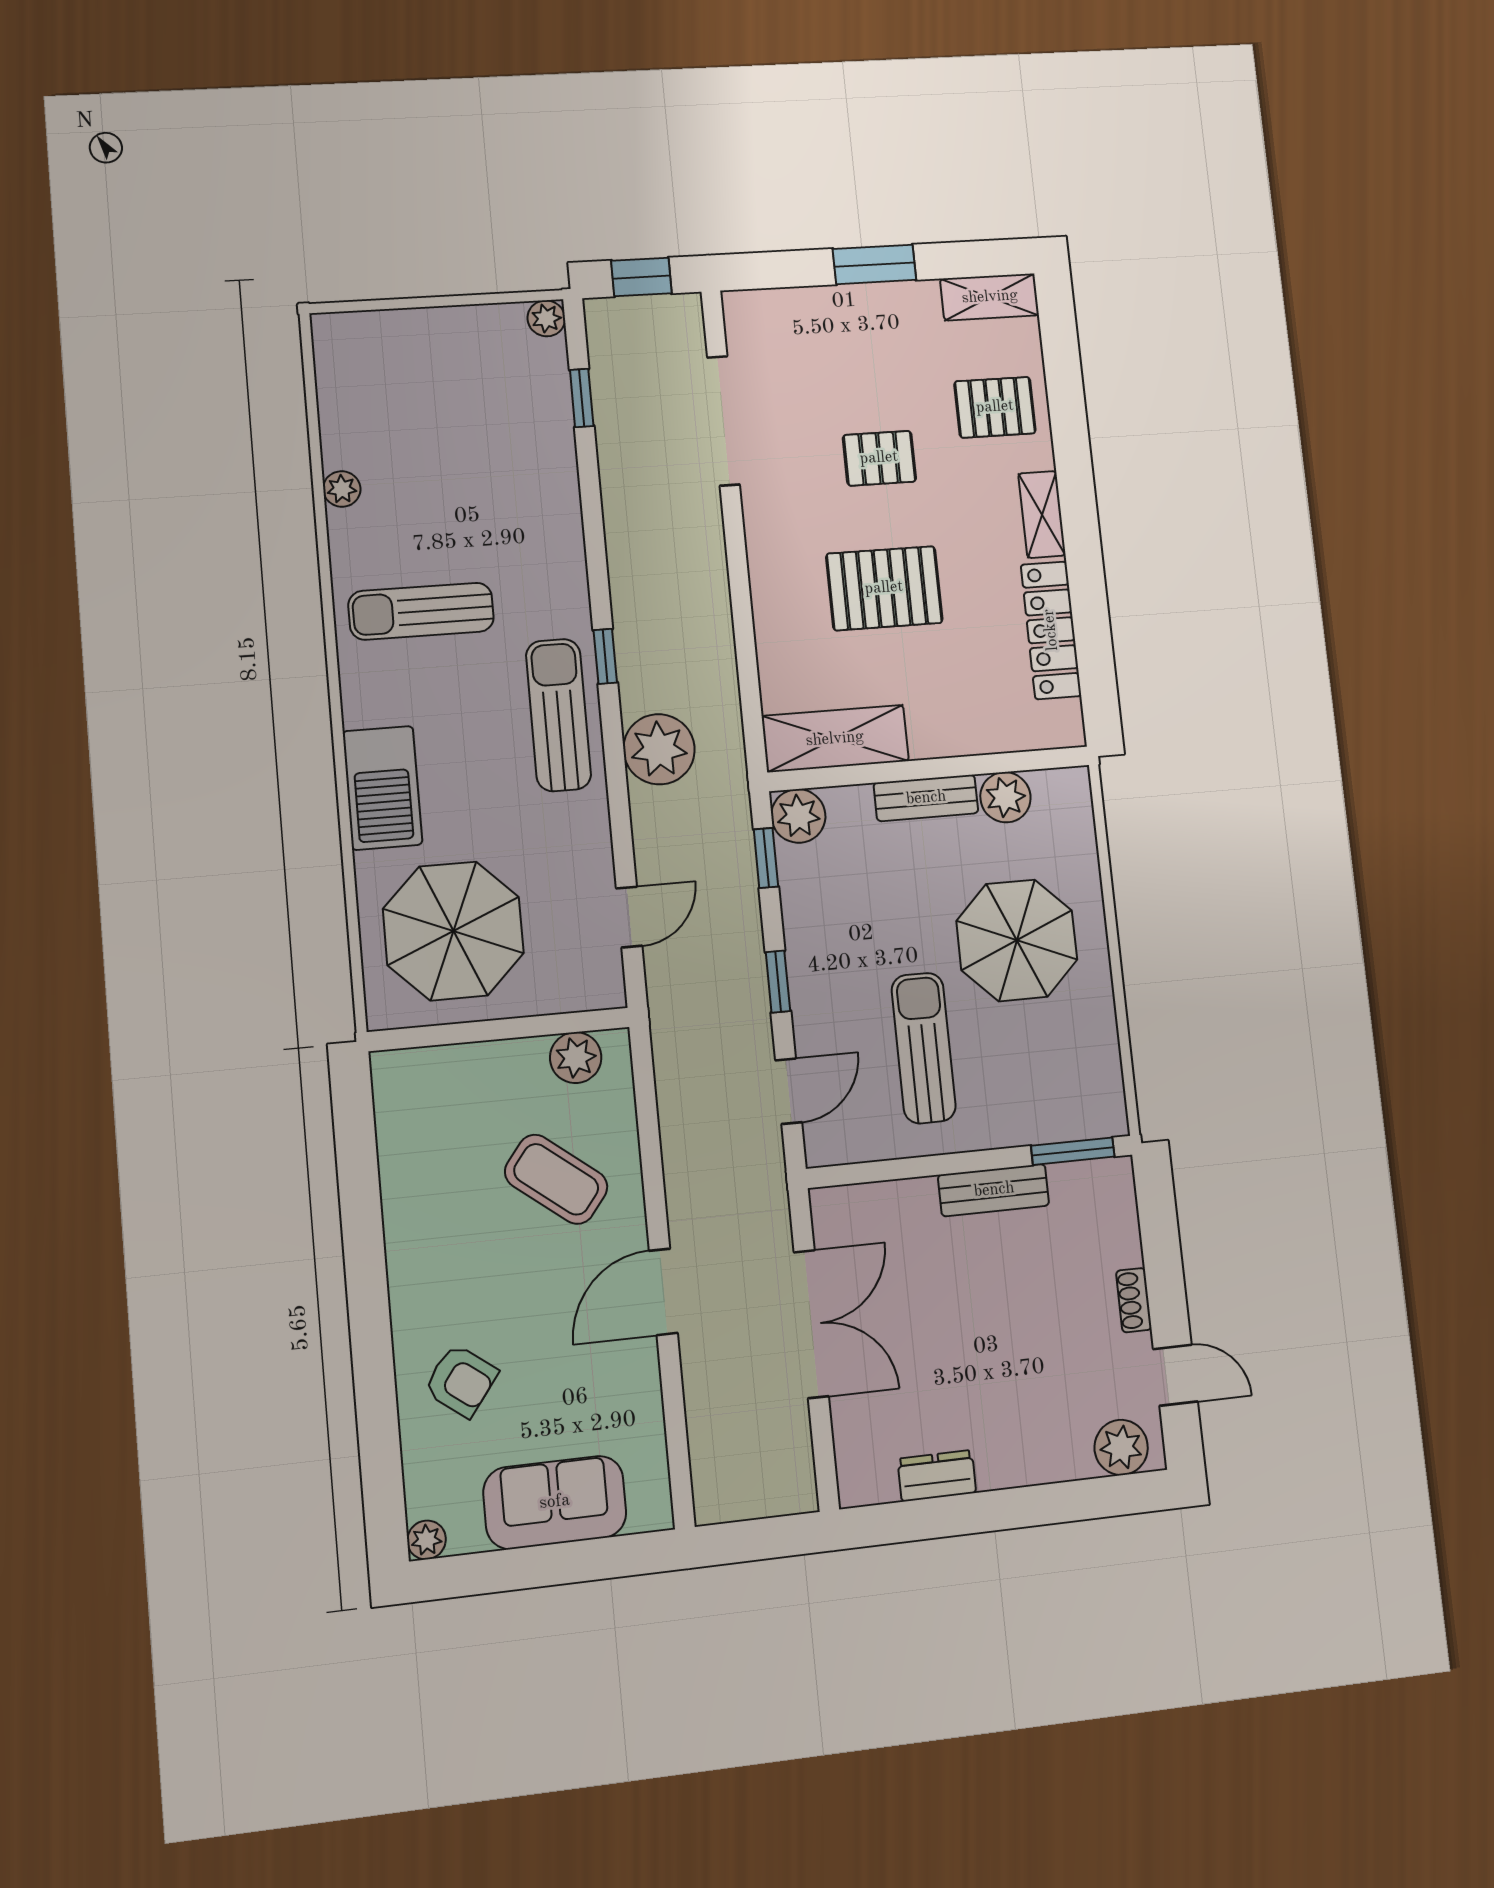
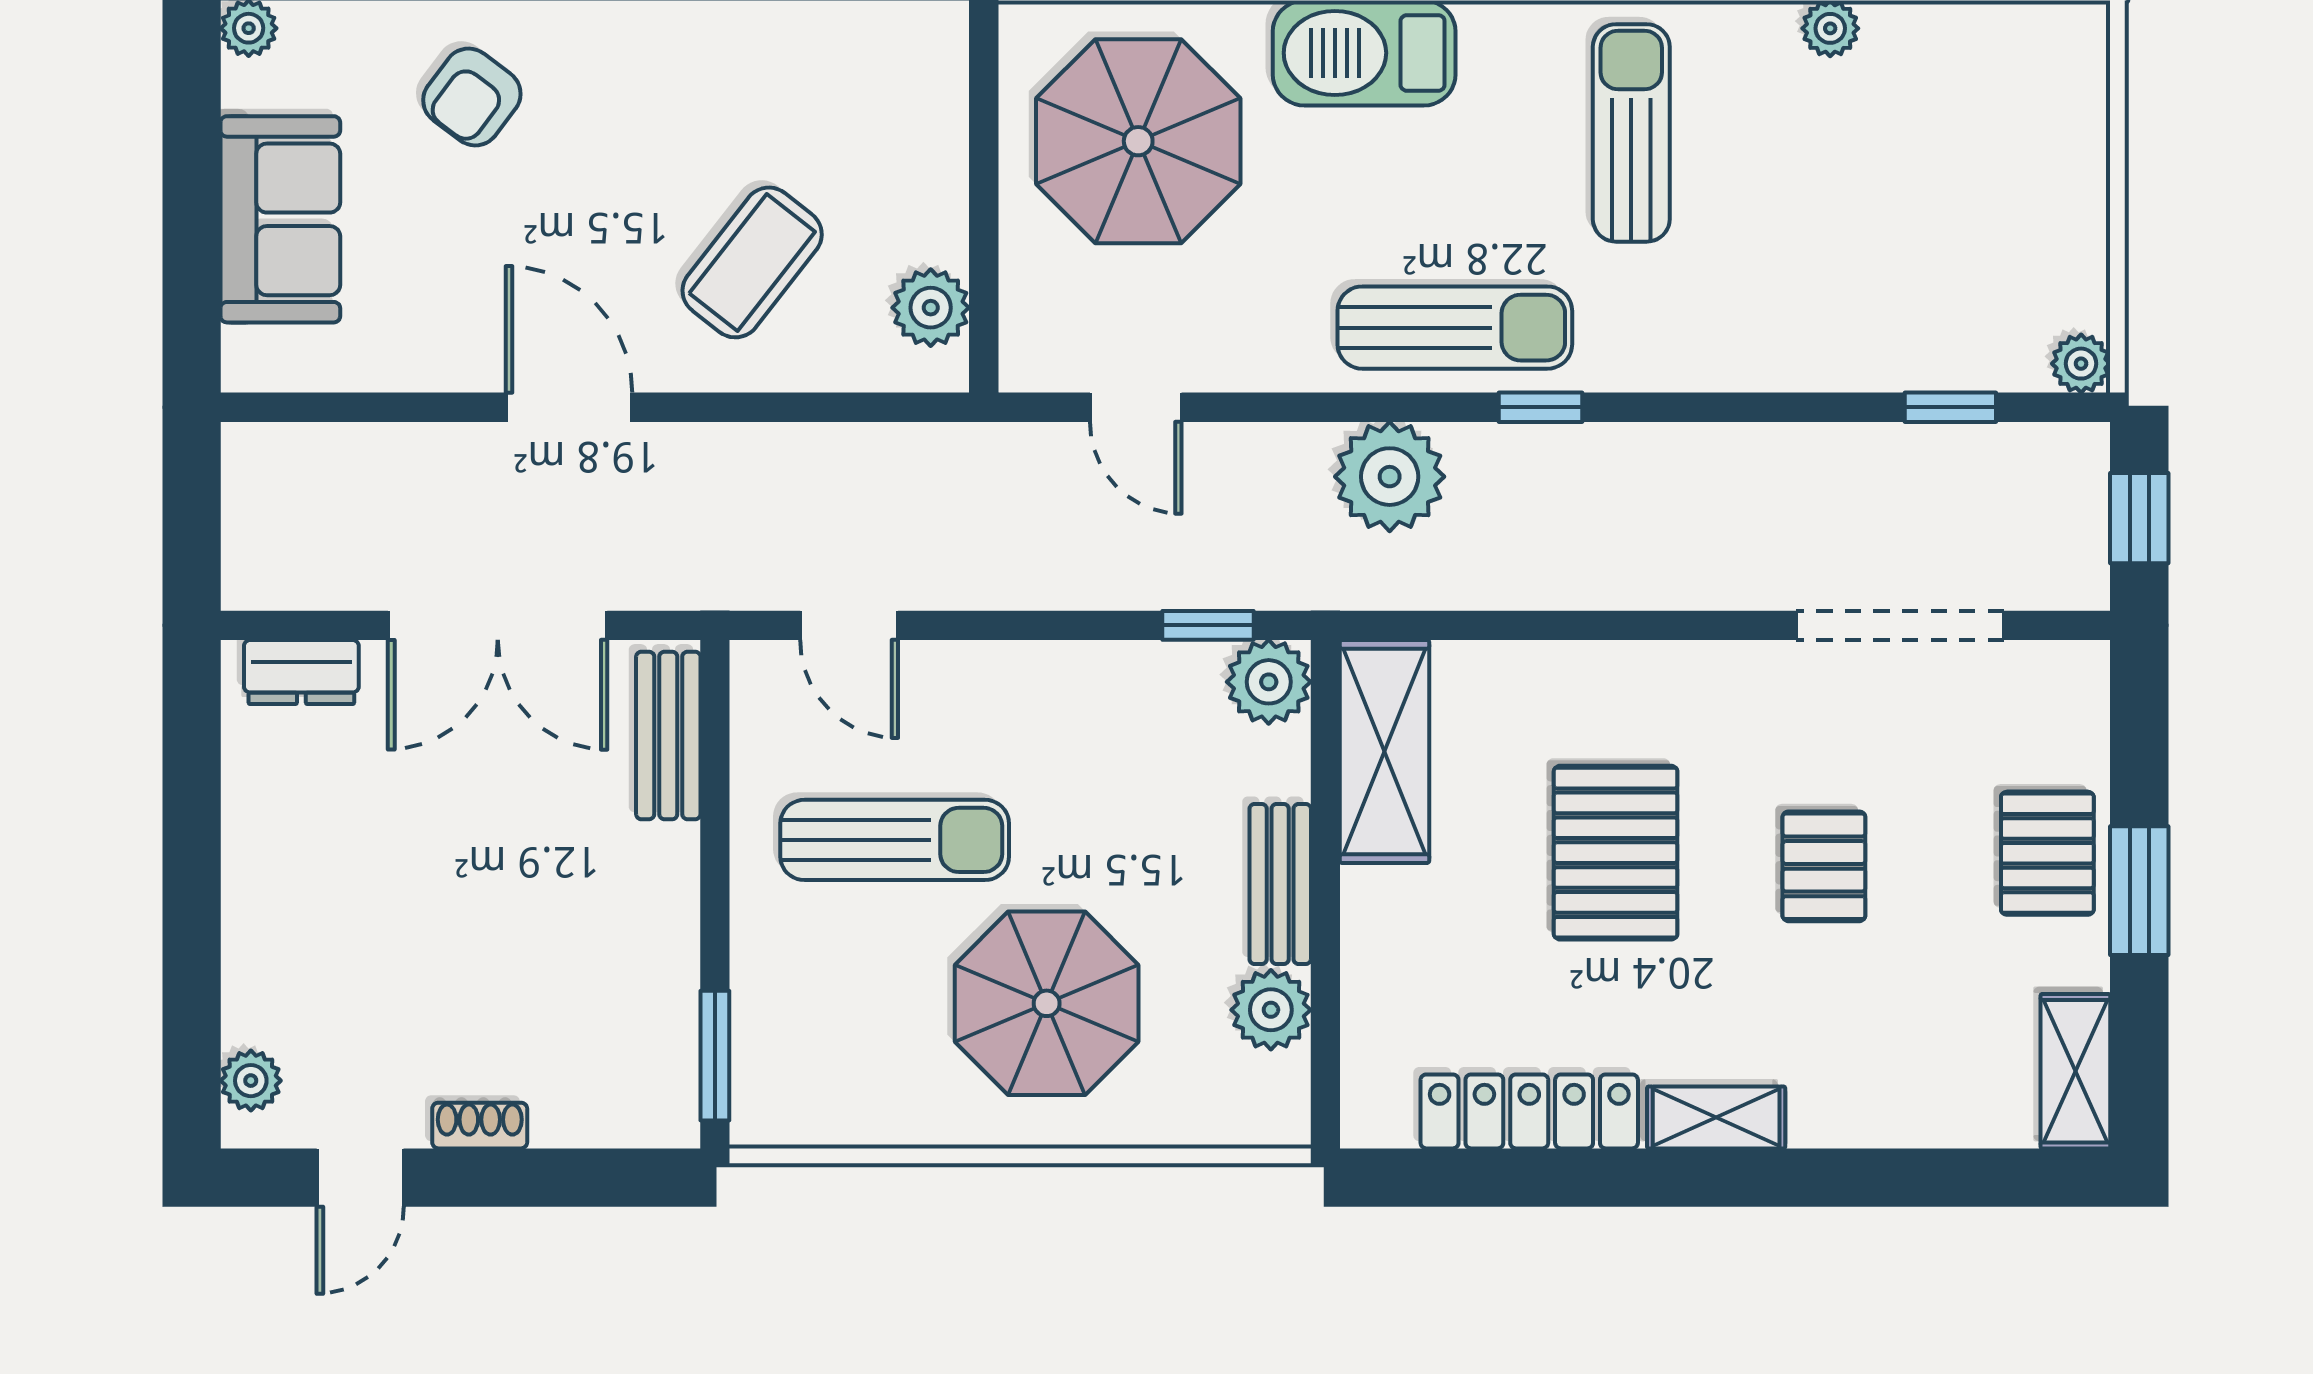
pallet: (995, 407) -> (2047, 853), moved
window: (778, 982) -> (1017, 625), removed
bench: (994, 1190) -> (668, 735), moved
plant: (1121, 1447) -> (251, 1081), width x0.73, depth x0.73
dresser: (937, 1476) -> (301, 672), moved, turned 90

